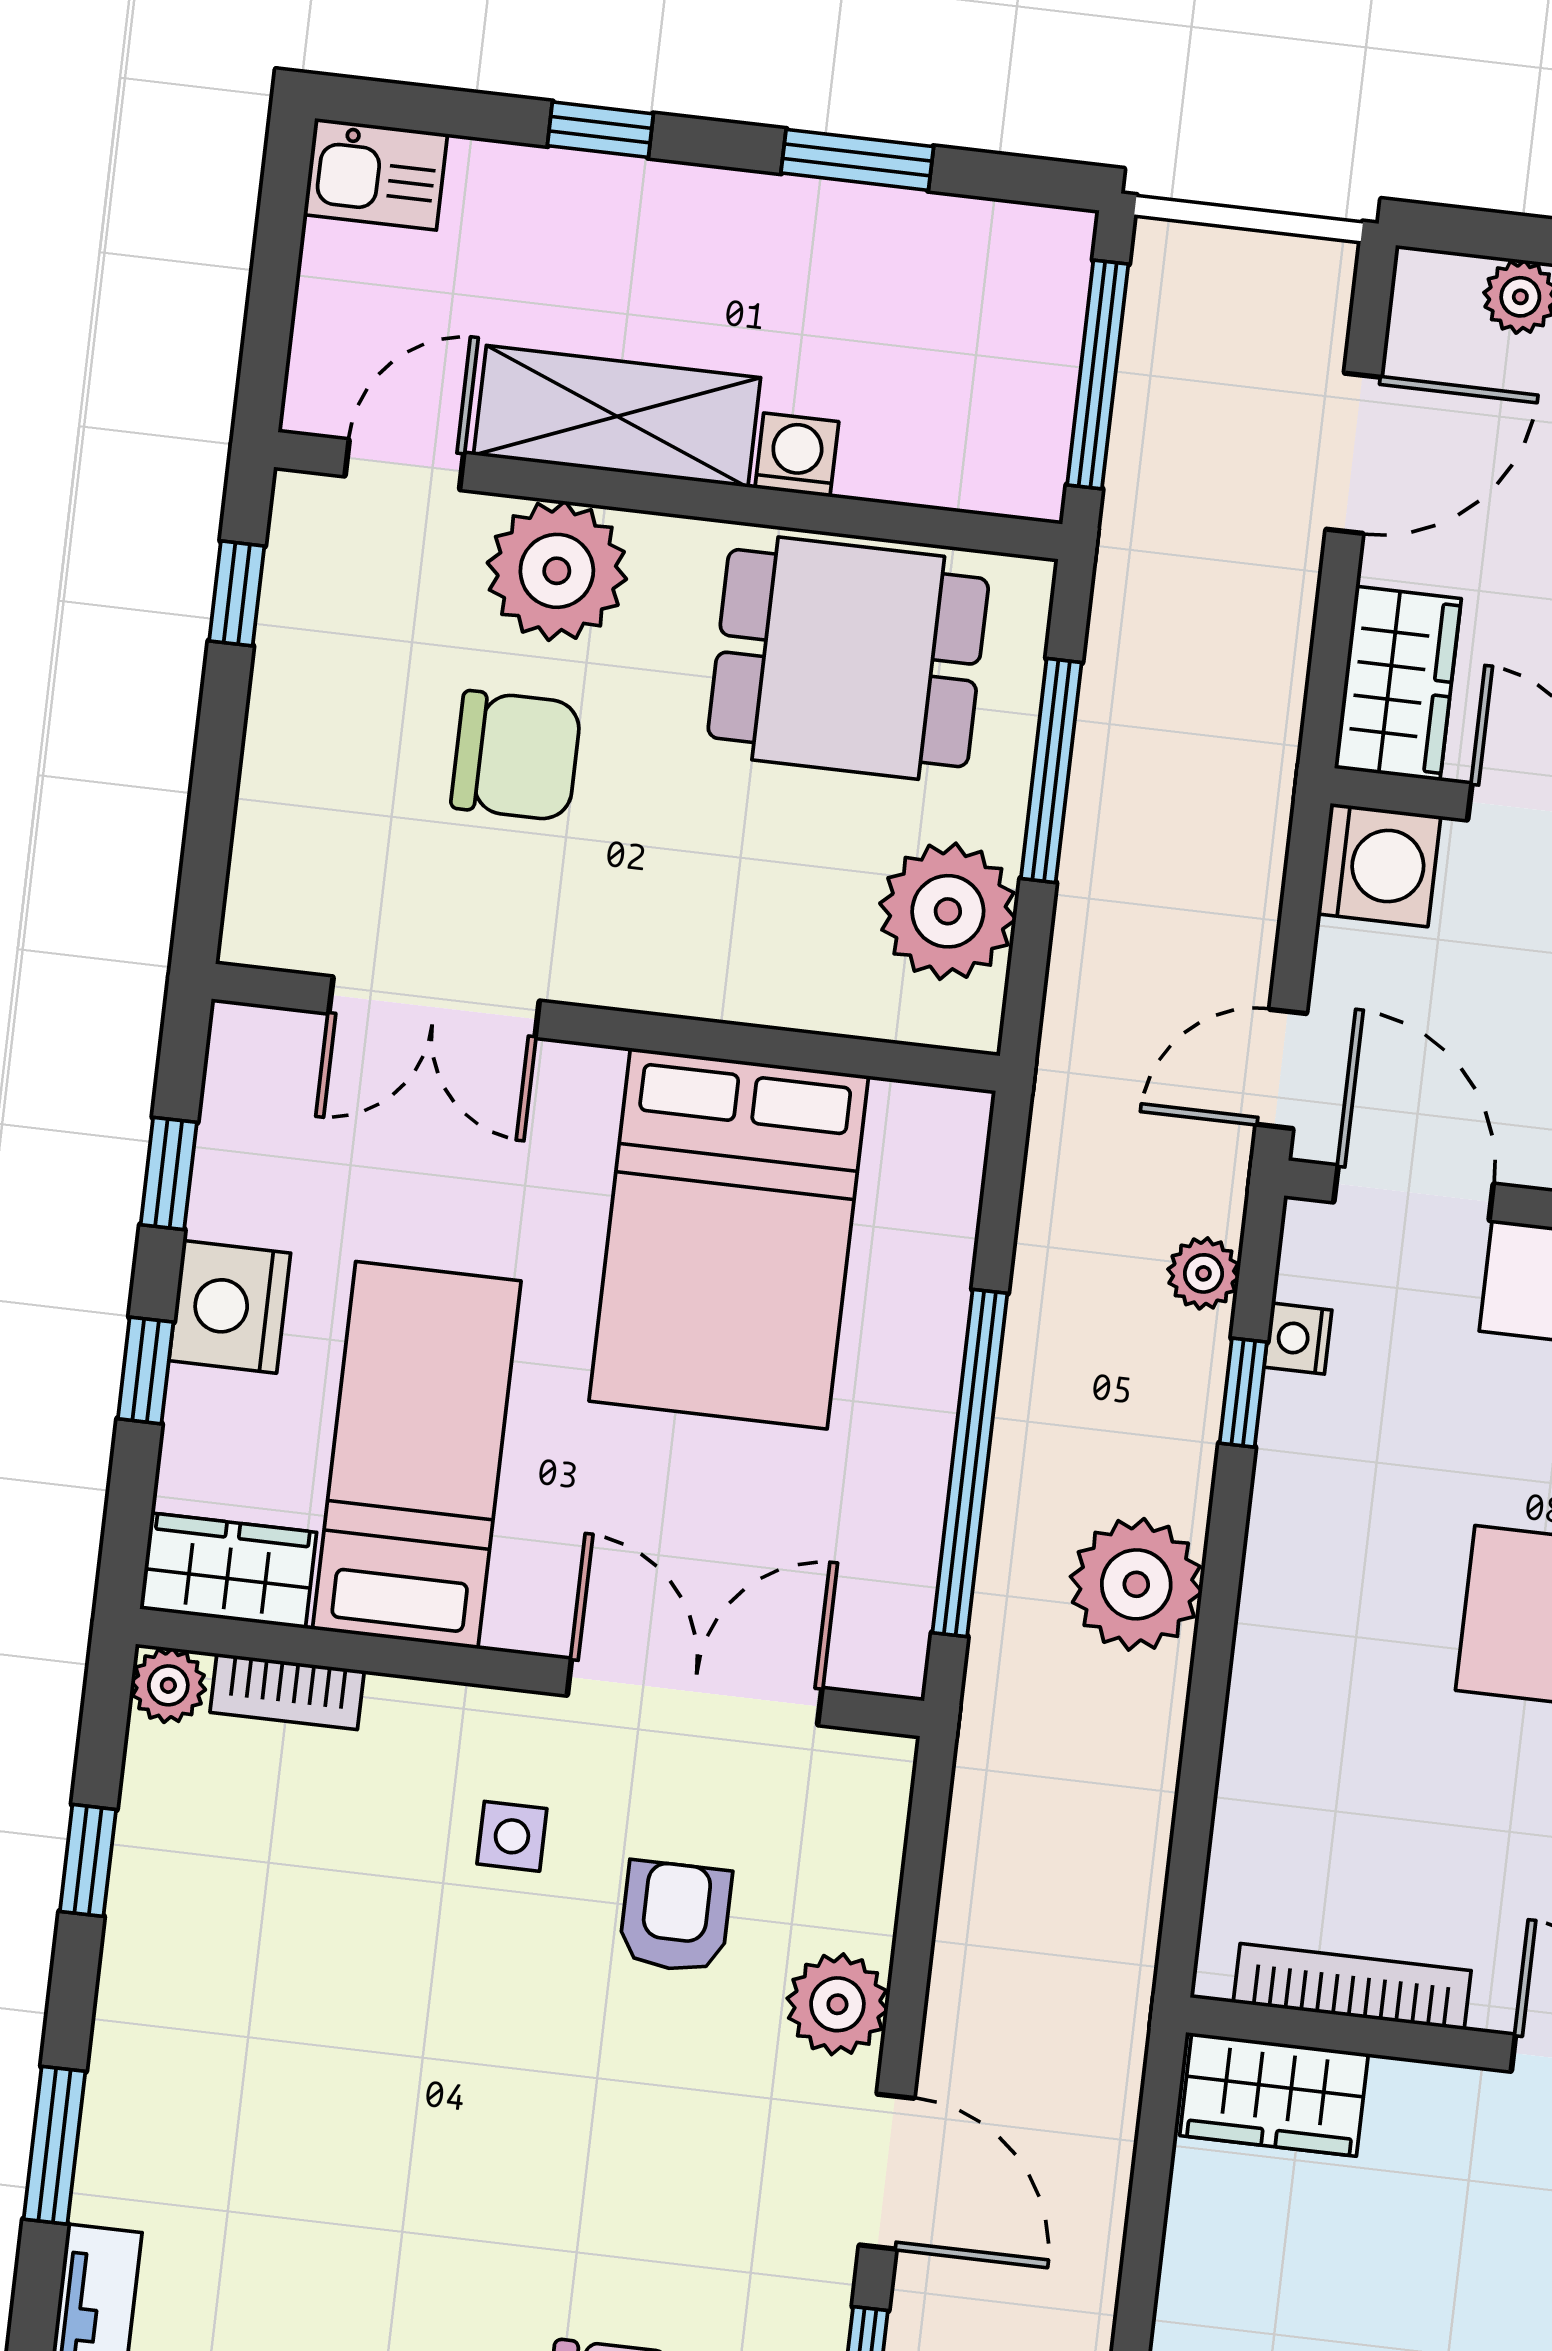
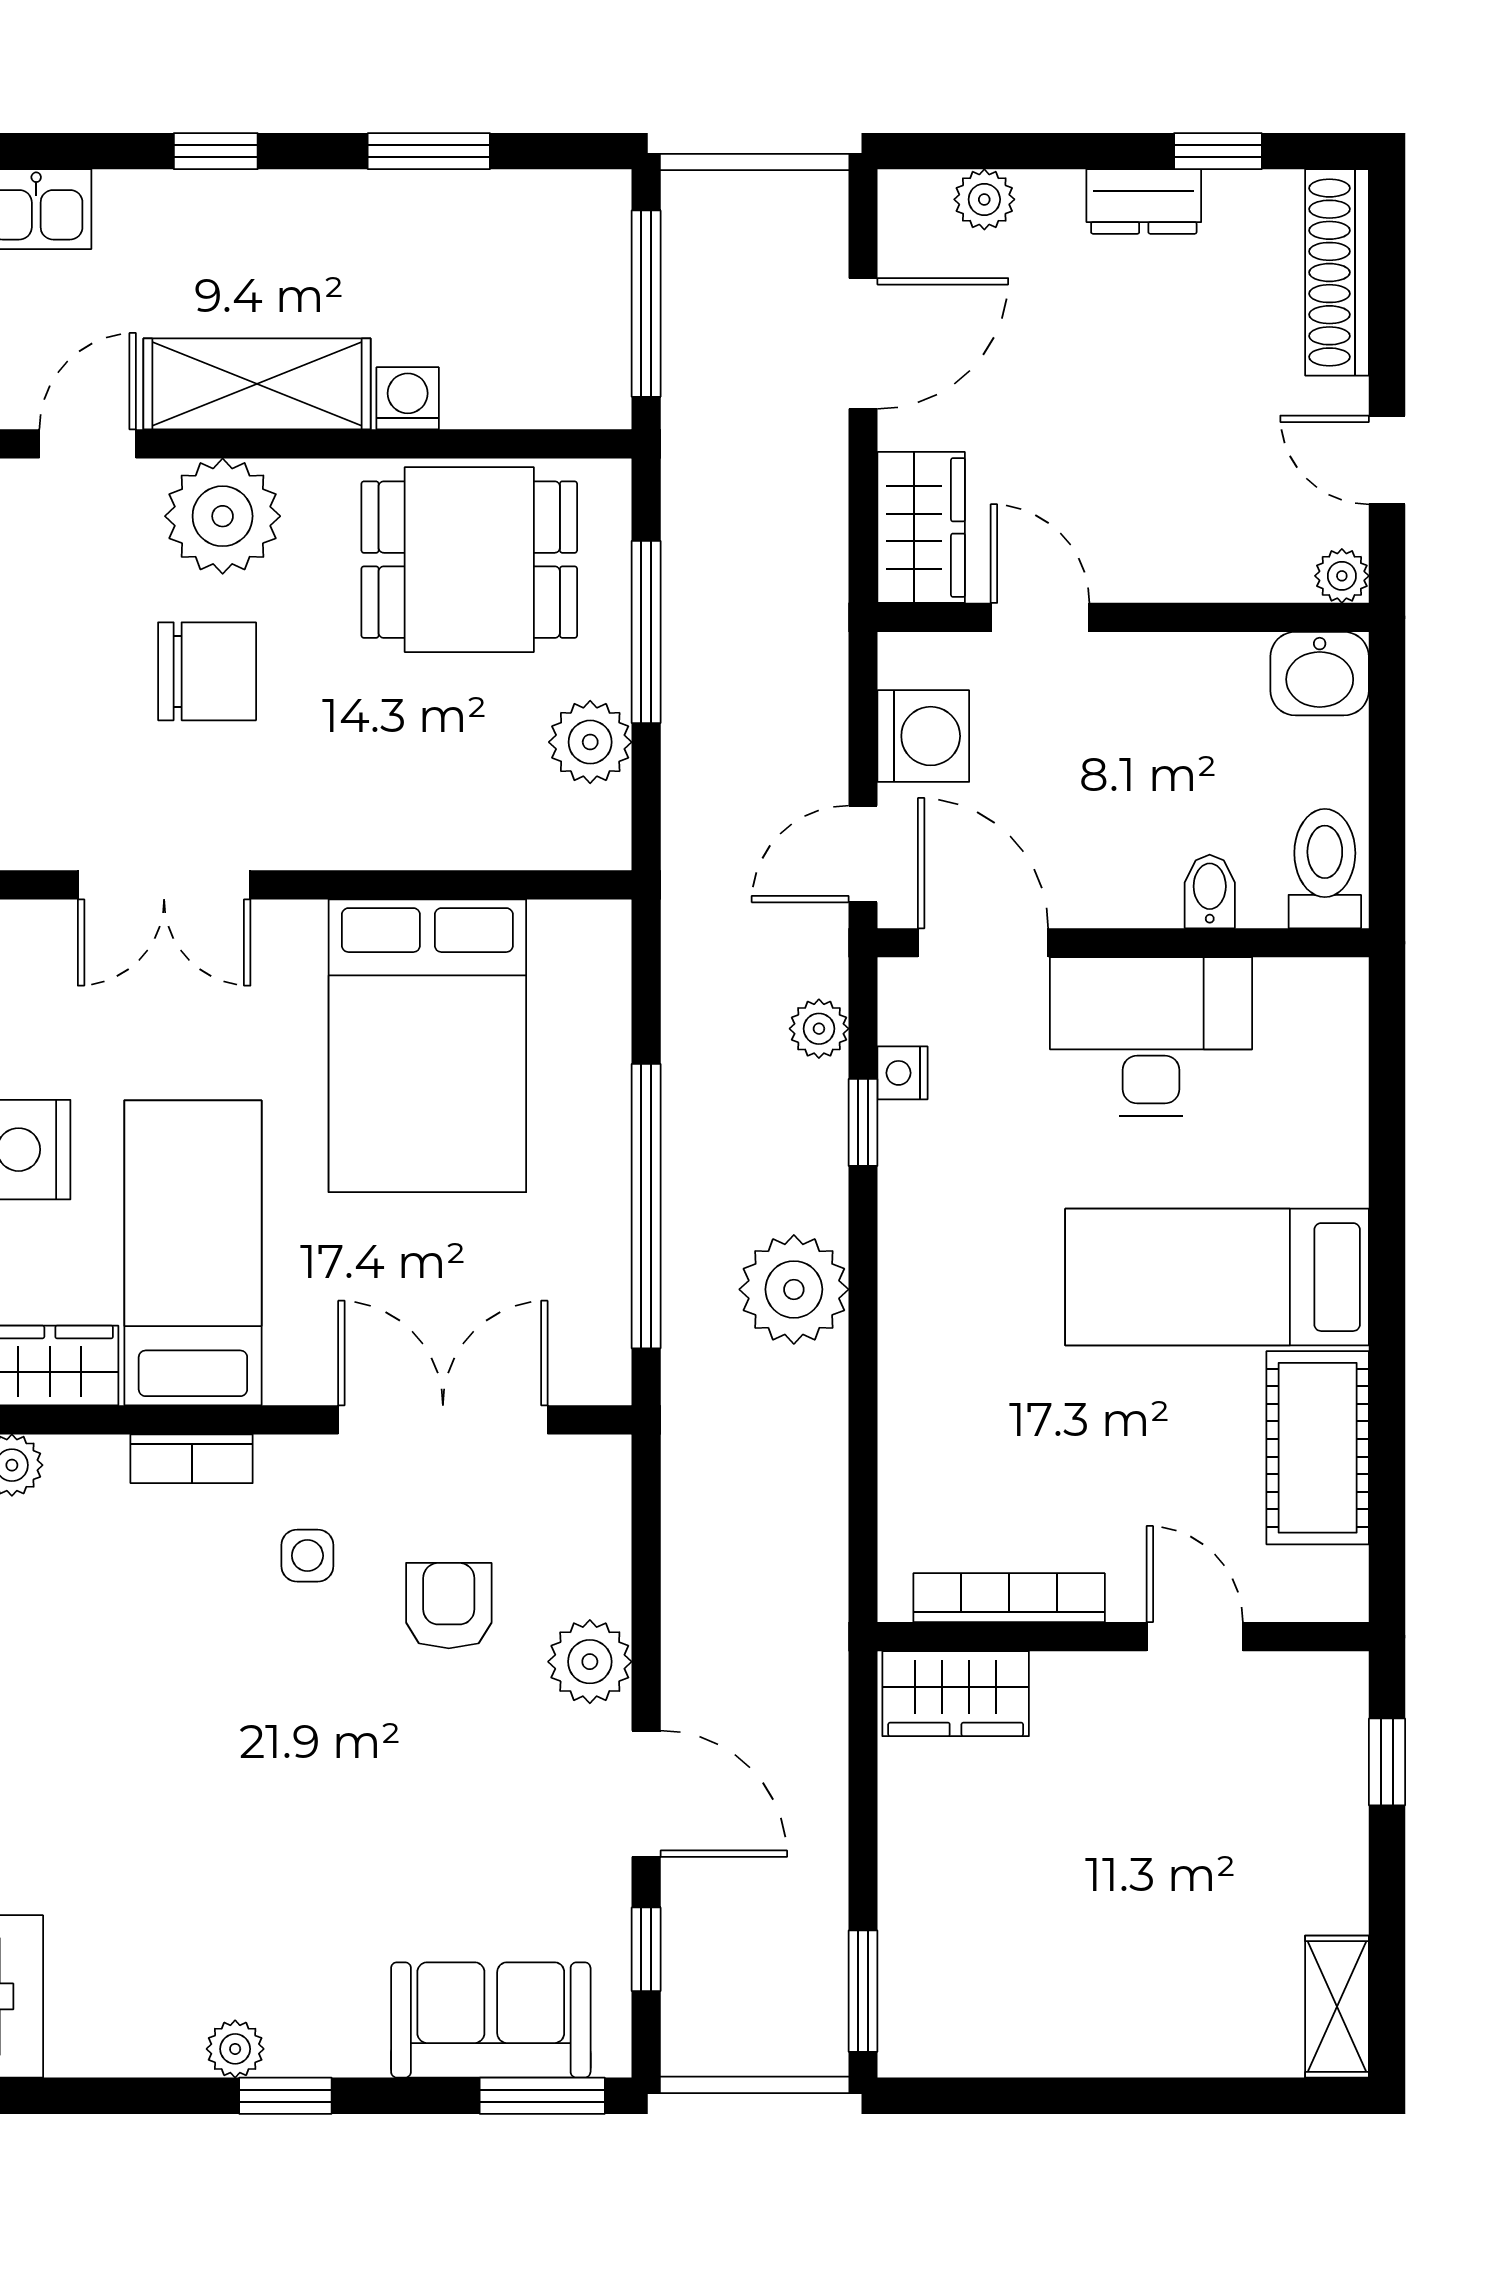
washing machine: (1379, 865) -> (923, 736), moved
plant: (948, 911) -> (590, 742), width x0.73, depth x0.73
bookcase: (287, 1692) -> (192, 1459), moved

